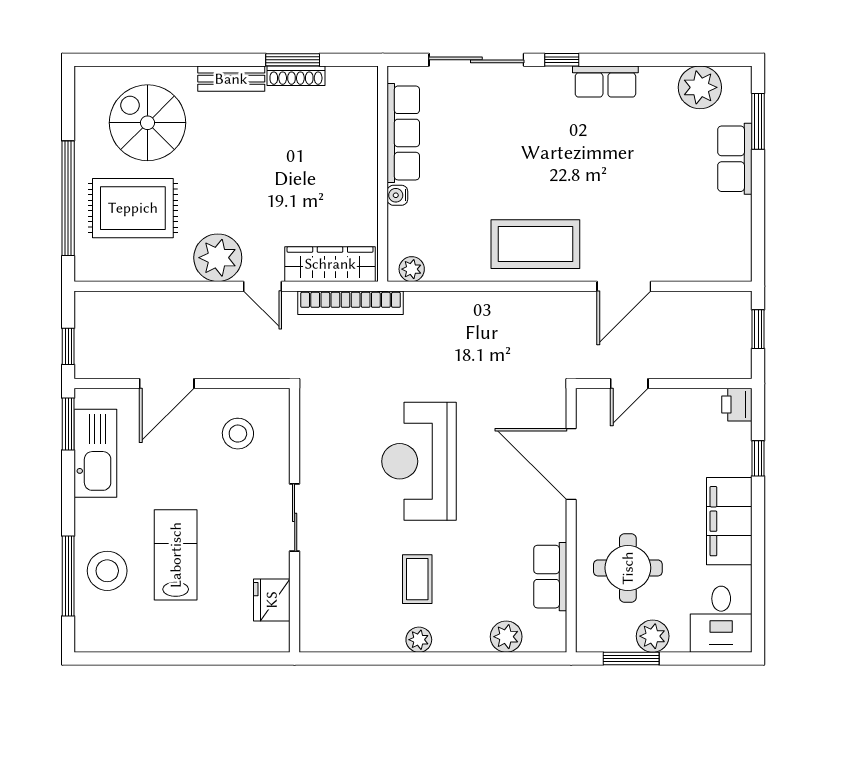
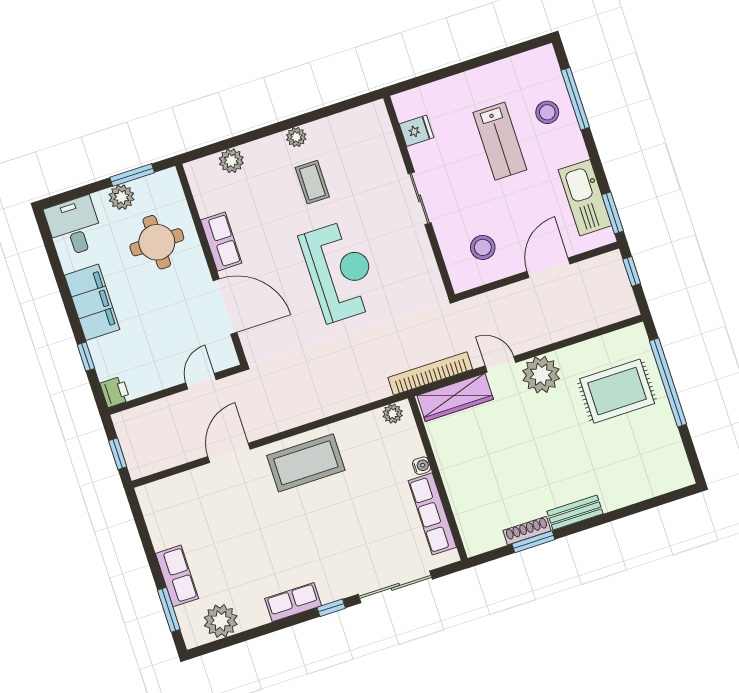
spiral stairs: (148, 123) -> (627, 459), removed
stool: (107, 571) -> (547, 112), width x0.73, depth x0.73
row of seats: (550, 577) -> (221, 242), moved
fridge: (272, 600) -> (416, 131), width x0.72

